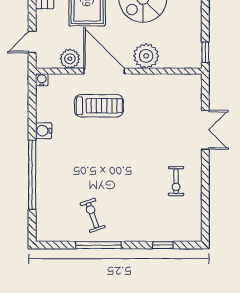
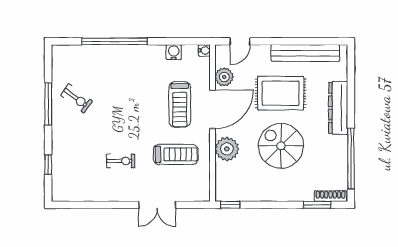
door: (32, 42) -> (240, 41), swing flipped
treadmill: (152, 110) -> (176, 154), added
water cooler: (44, 131) -> (174, 52), moved
exercise bike: (176, 181) -> (121, 161), moved, turned 180
exercise bike: (93, 215) -> (76, 98), turned 56

